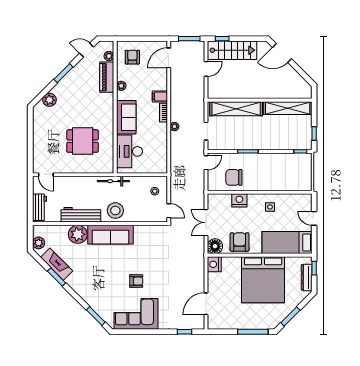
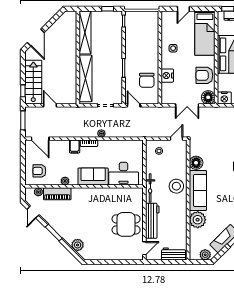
dining table: (83, 141) -> (126, 224), moved, turned 90
workbench: (81, 215) -> (152, 221), moved, turned 180
floor lamp: (142, 233) -> (196, 163), added

